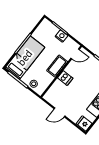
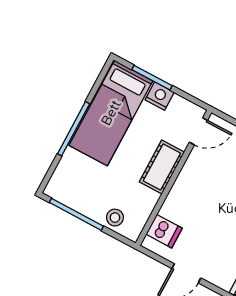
bed: (25, 58) -> (111, 113), moved, turned 180
dishwasher: (65, 78) -> (164, 231), moved

